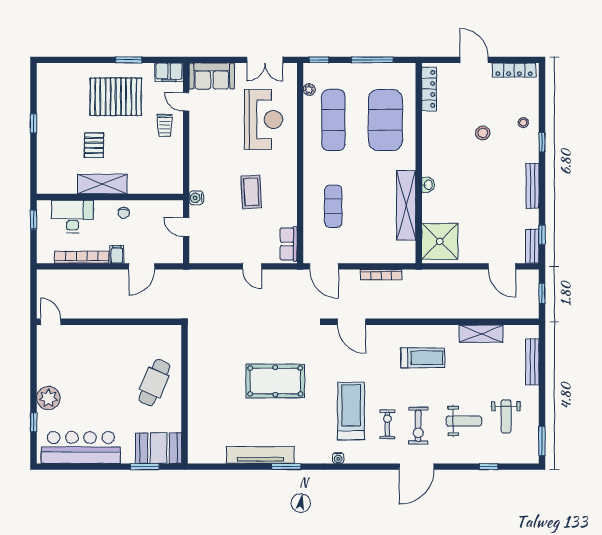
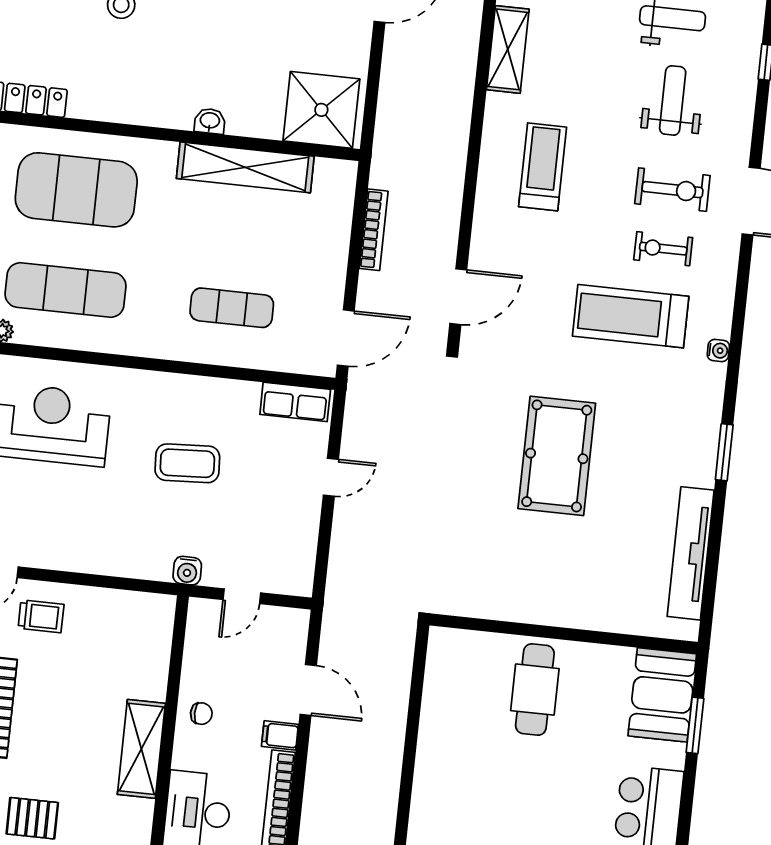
pallet: (94, 145) -> (32, 818), moved
cafe table: (154, 383) -> (535, 690), turned 66
tv unit: (260, 455) -> (691, 553), moved

